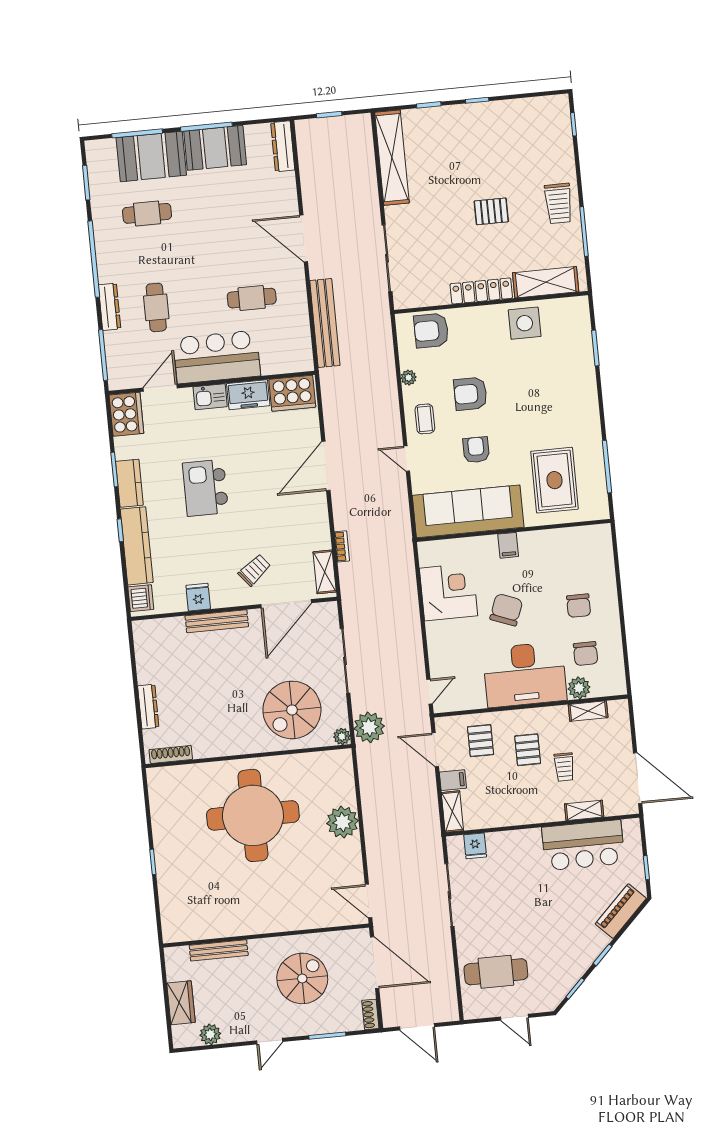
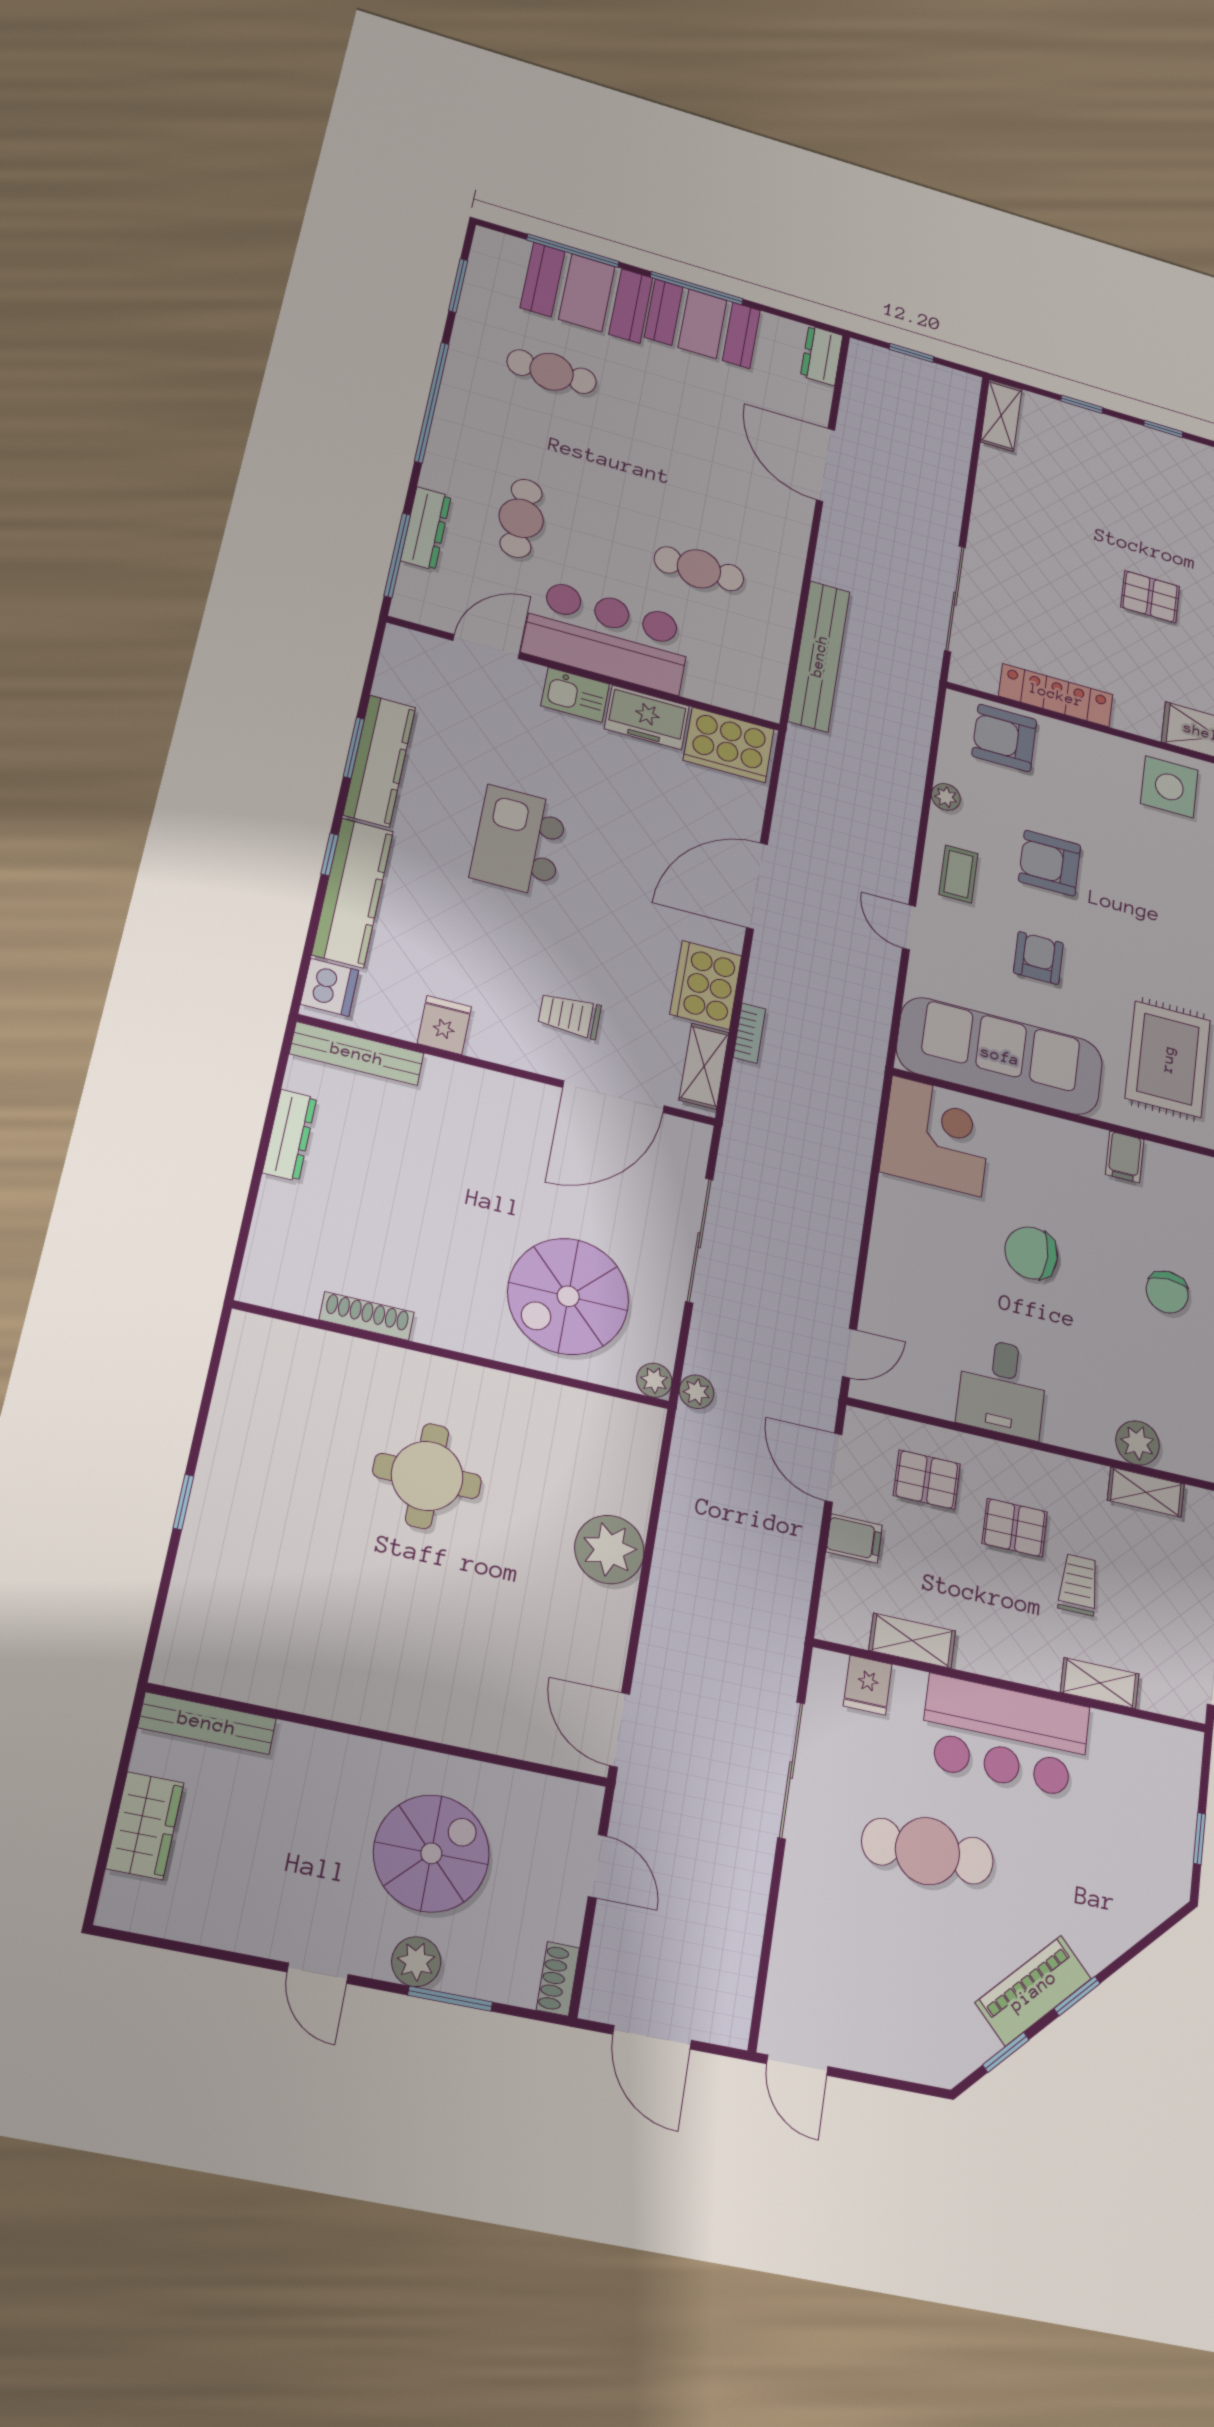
dresser: (283, 146) -> (822, 356), width x0.70
shelving: (392, 158) -> (1001, 415), width x0.45, depth x0.75
door: (304, 238) -> (825, 465), moved
locker: (481, 291) -> (1056, 695), moved
dresser: (110, 307) -> (426, 528), moved
cooker: (126, 414) -> (706, 985), moved, turned 180
kitchen counter: (129, 483) -> (379, 761), width x1.50
filing cabinet: (508, 545) -> (1125, 1157), moved
trolley: (254, 570) -> (570, 1016), turned -141
corner desk: (449, 592) -> (937, 1136), moved
chair: (506, 610) -> (1031, 1253), turned -111
bench: (217, 621) -> (357, 1054), moved
chair: (586, 654) -> (1163, 1383), removed
desk: (525, 675) -> (1002, 1388), width x0.53, depth x0.77
dresser: (148, 707) -> (290, 1135), moved
plant: (369, 727) -> (696, 1392), width x0.53, depth x0.53
pallet: (481, 741) -> (927, 1480), turned 90
pallet: (528, 750) -> (1015, 1528), turned 90
shoe rack: (171, 754) -> (367, 1316), moved
trolley: (564, 767) -> (1078, 1585), turned 180
shelving: (452, 812) -> (912, 1641), moved, turned 90
round table: (253, 815) -> (427, 1476), width x0.54, depth x0.54
bar counter: (583, 845) -> (1005, 1736), moved
piano: (621, 911) -> (1033, 1991), moved
bench: (219, 950) -> (207, 1723), moved
door: (375, 963) -> (597, 1866), width x0.53
cafe table: (496, 972) -> (927, 1851), moved
door: (514, 1017) -> (797, 2065), moved
plant: (210, 1034) -> (416, 1962), moved
door: (270, 1041) -> (318, 1973), hinge flipped

